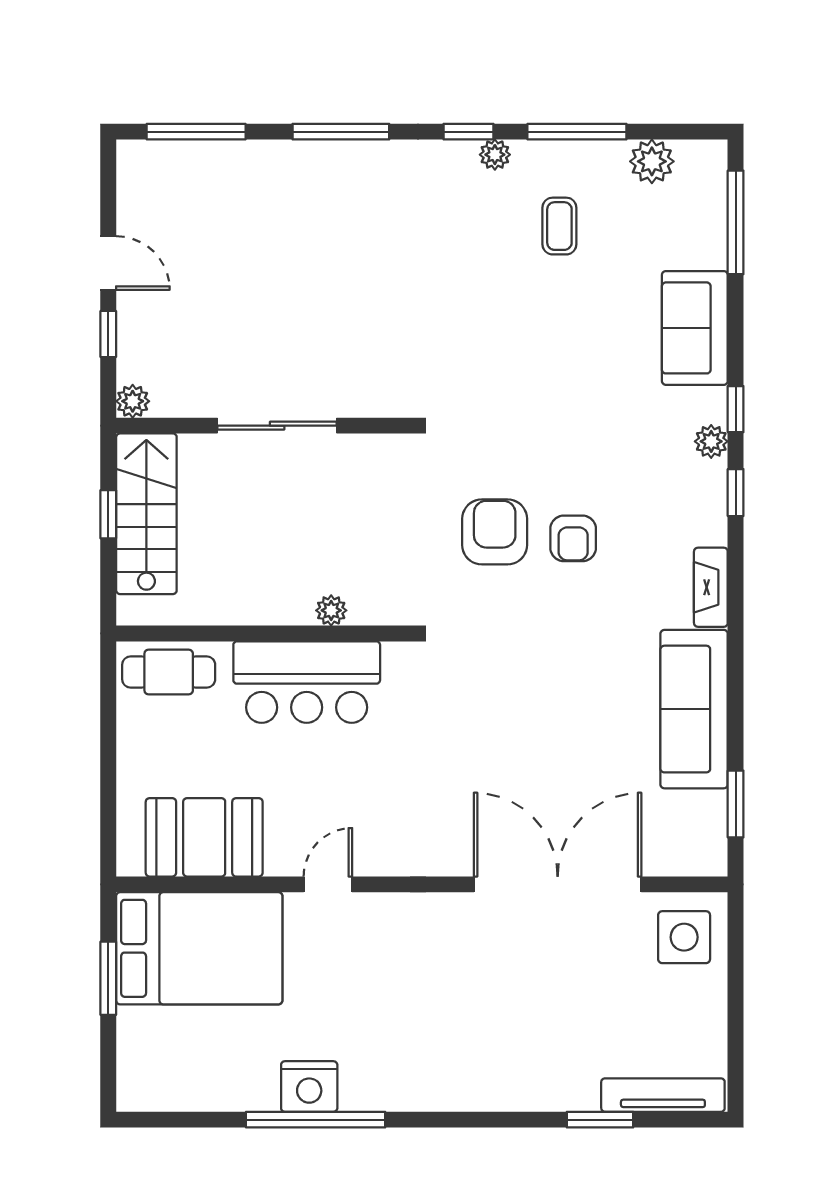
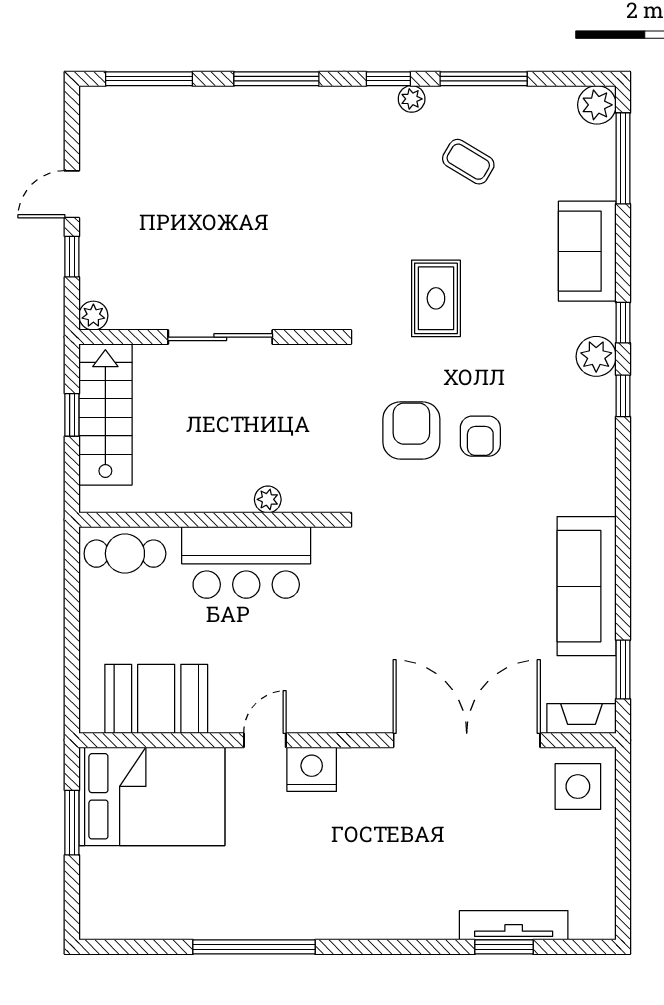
plant: (652, 161) -> (597, 105), moved
coffee table: (559, 226) -> (468, 162), turned -59
door: (108, 263) -> (72, 194), swing flipped
rug: (523, 382) -> (436, 298), added
plant: (711, 441) -> (596, 356), width x1.38, depth x1.38
fireplace: (711, 587) -> (581, 718), moved, turned 90
nightstand: (309, 1087) -> (312, 769), moved, turned 180
tv unit: (663, 1095) -> (514, 925), moved

